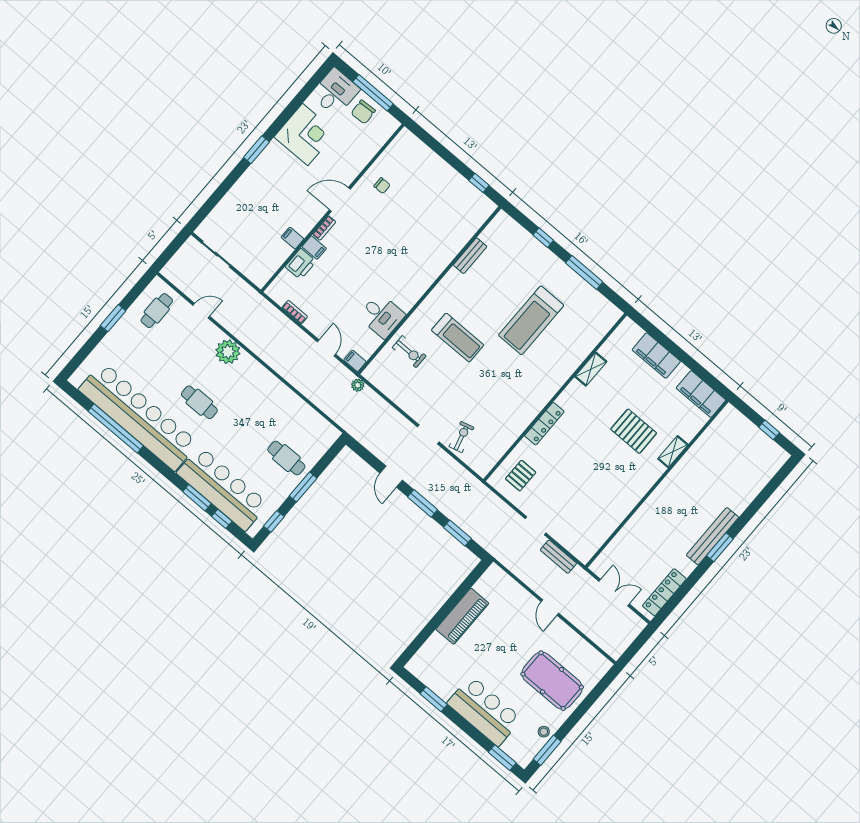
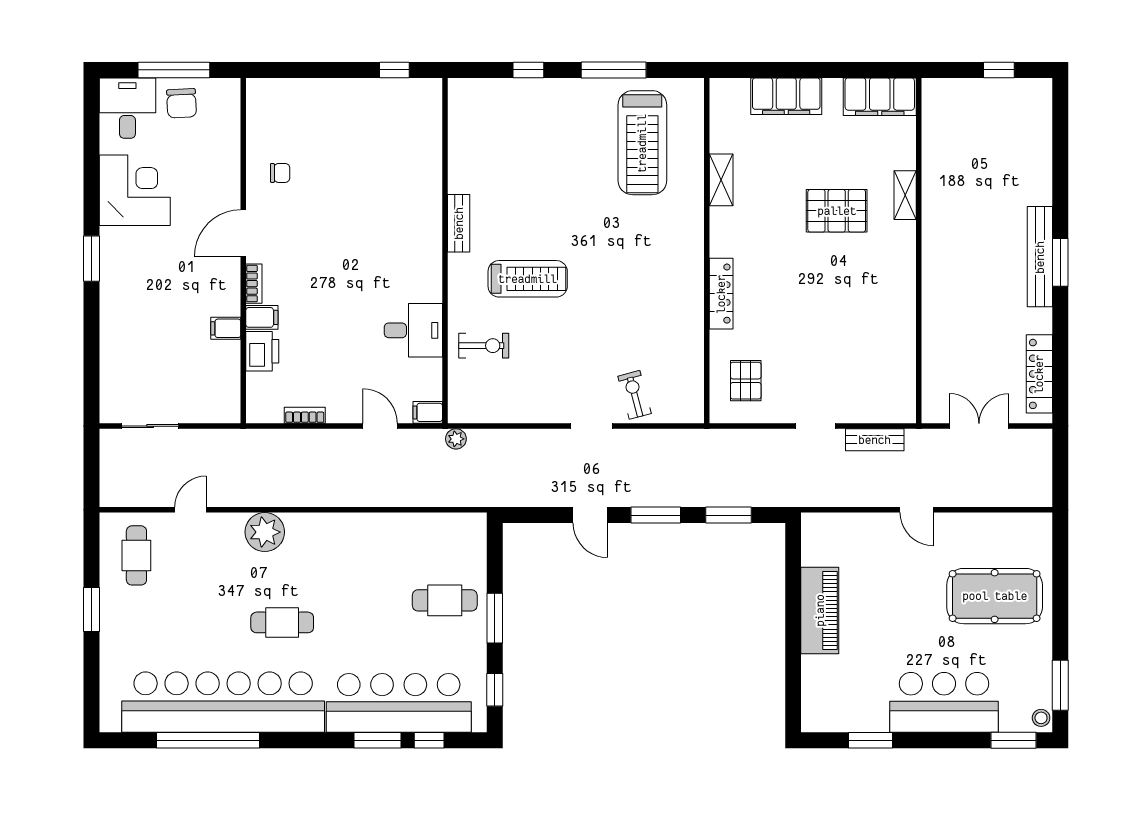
bench: (470, 256) -> (459, 223), moved
treadmill: (531, 320) -> (642, 143), moved
stool: (544, 732) -> (1041, 718), moved

